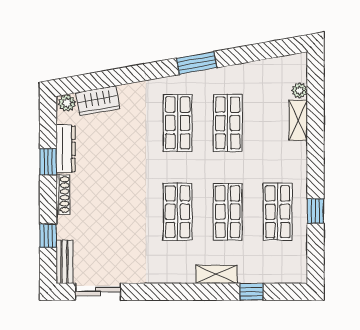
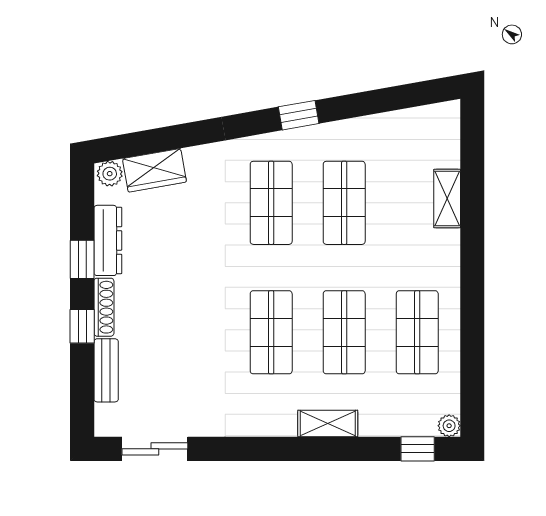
window: (196, 63) -> (299, 115), width x0.67
plant: (300, 91) -> (449, 426), moved
window: (315, 211) -> (472, 331), removed
window: (48, 236) -> (82, 326), moved
bench: (64, 262) -> (106, 370), moved
window: (251, 292) -> (418, 449), moved

